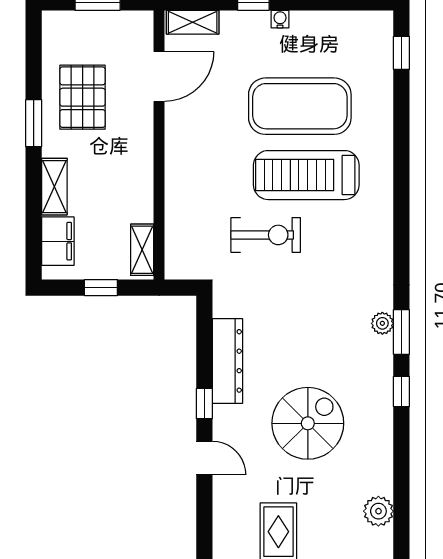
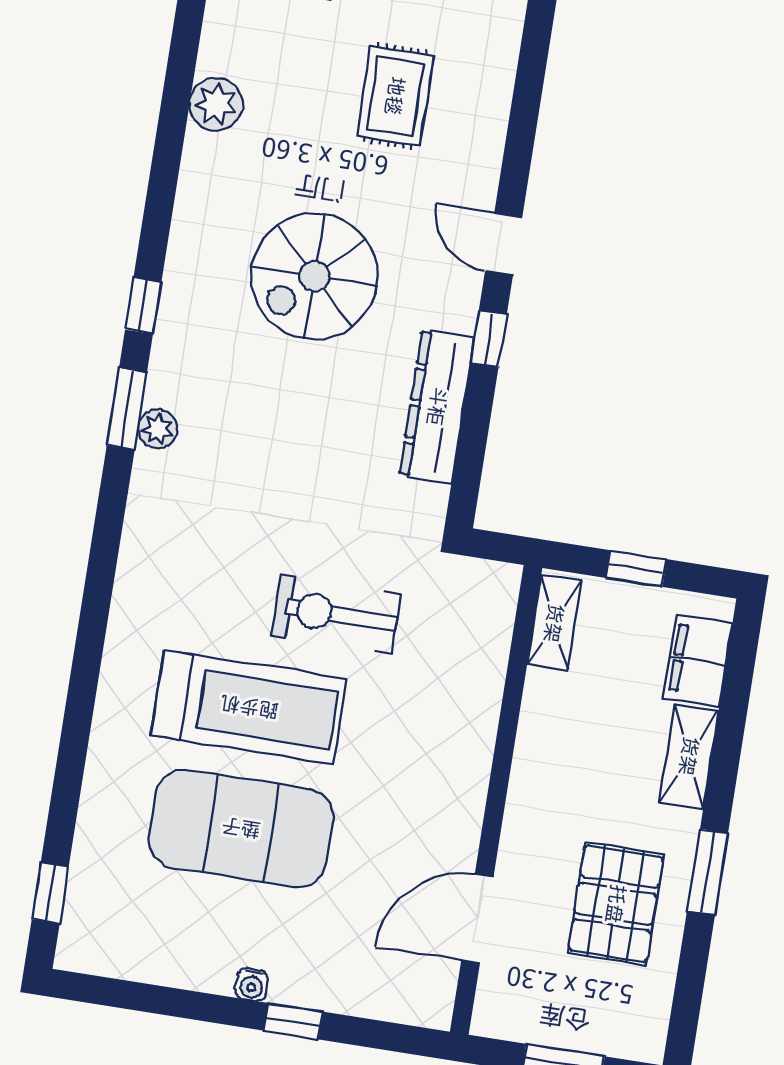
shelving: (193, 22) -> (404, 1003), removed

